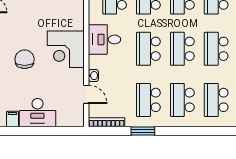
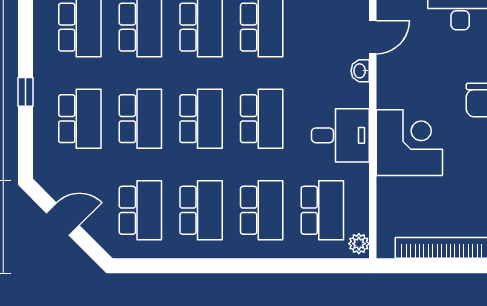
corner desk: (66, 49) -> (409, 143), moved
door: (86, 94) -> (373, 37), swing flipped

